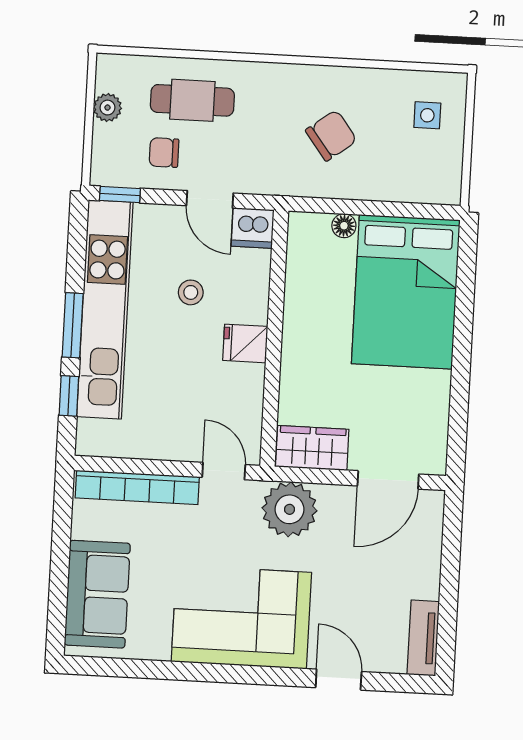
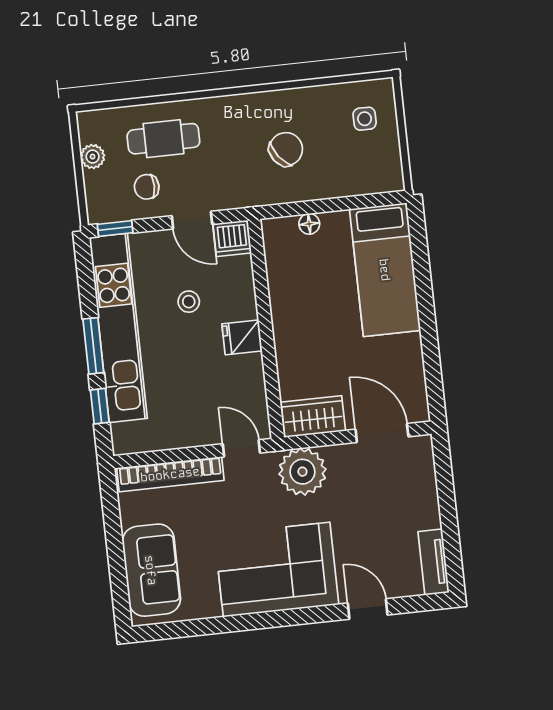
bed: (406, 292) -> (385, 270), width x0.67
door: (388, 480) -> (382, 433), swing flipped

